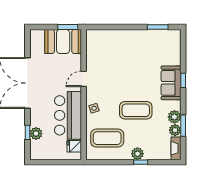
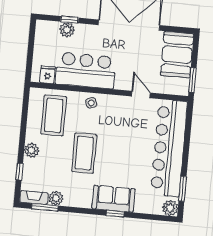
booth: (63, 41) -> (177, 55), moved
bar counter: (125, 41) -> (169, 148), added
door: (84, 79) -> (141, 95), moved
plant: (174, 117) -> (170, 208), moved
window: (183, 126) -> (45, 207), moved
window: (141, 162) -> (19, 171), moved

